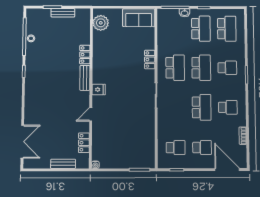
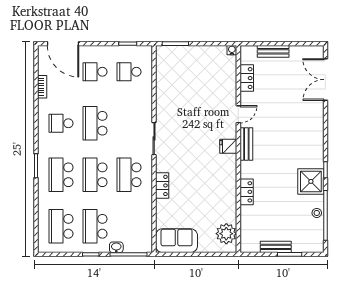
shower: (35, 62) -> (311, 181), added
school desk: (227, 68) -> (61, 175), width x1.85
bench: (85, 78) -> (246, 144), moved

